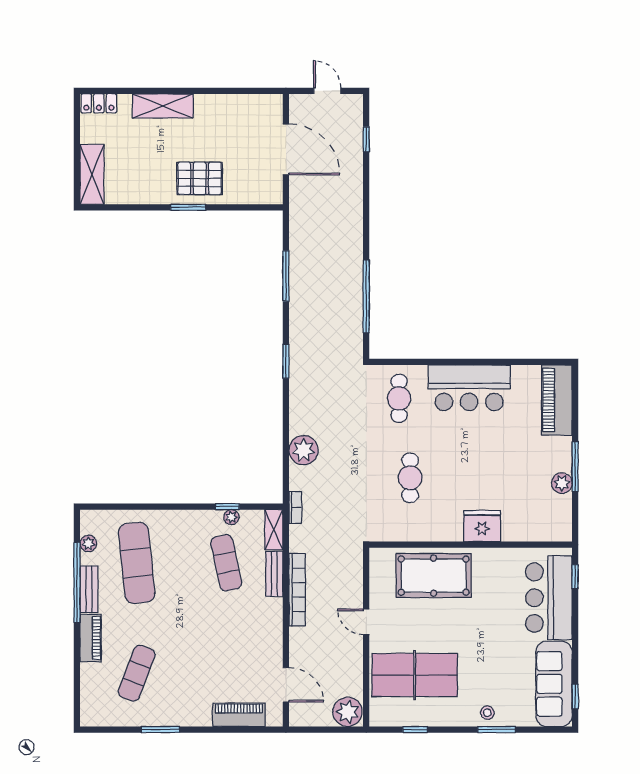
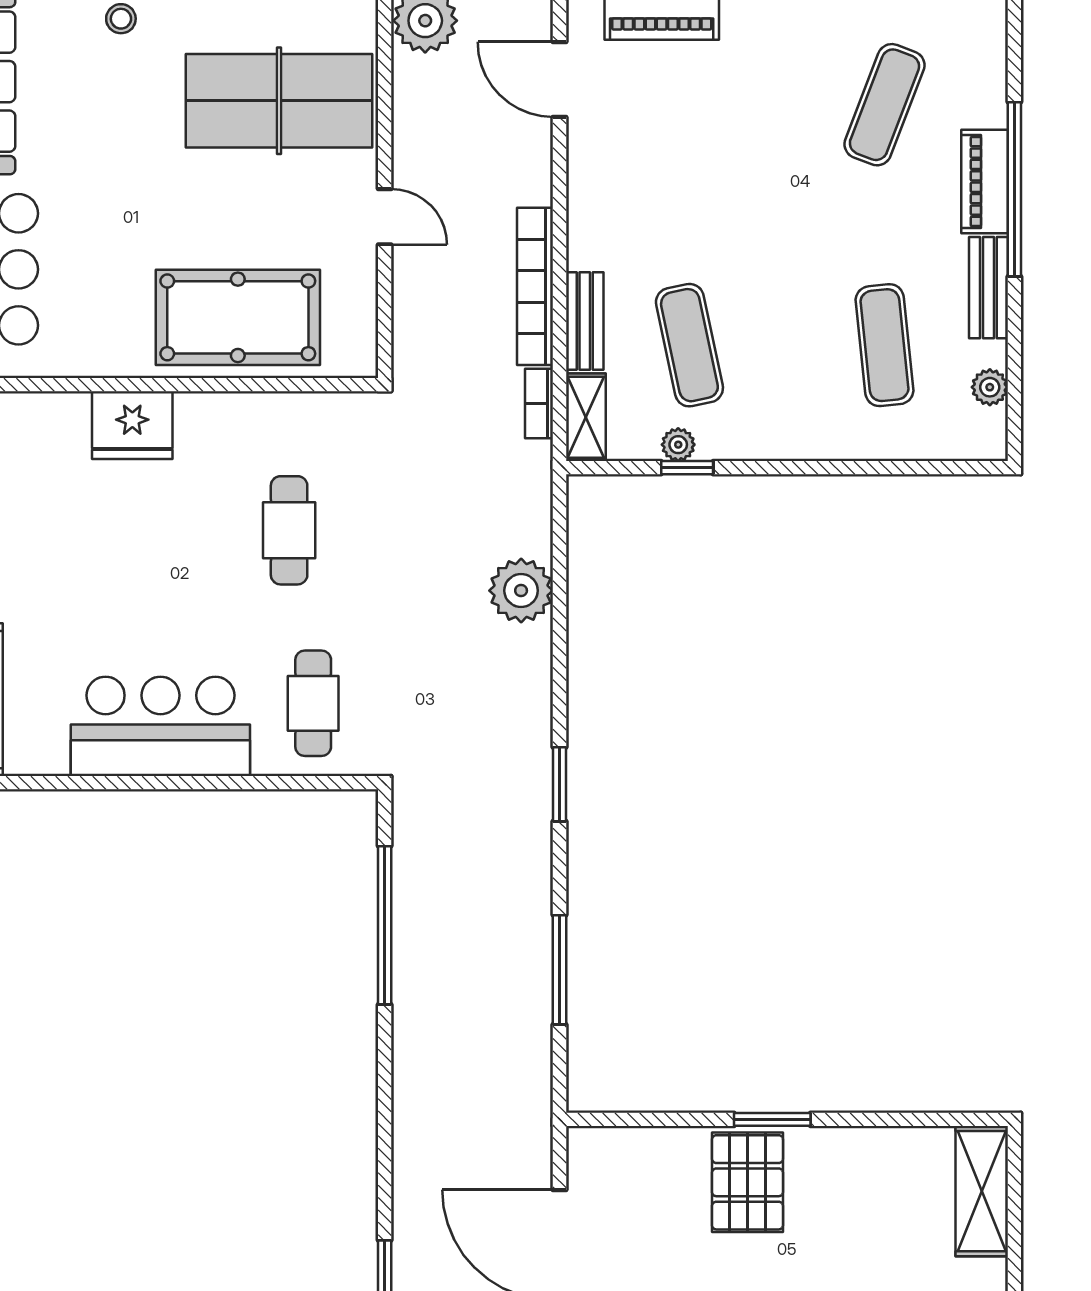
pallet: (200, 178) -> (747, 1182), turned 90
bookcase: (295, 507) -> (539, 404), moved
exercise mat: (137, 563) -> (884, 345), width x0.73, depth x0.69
window: (77, 583) -> (1014, 189), moved

